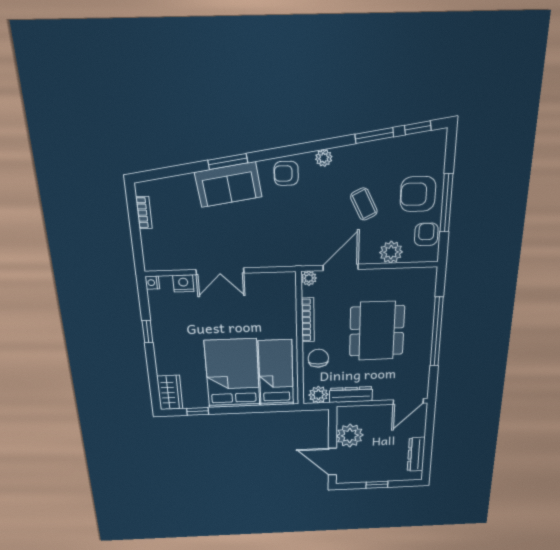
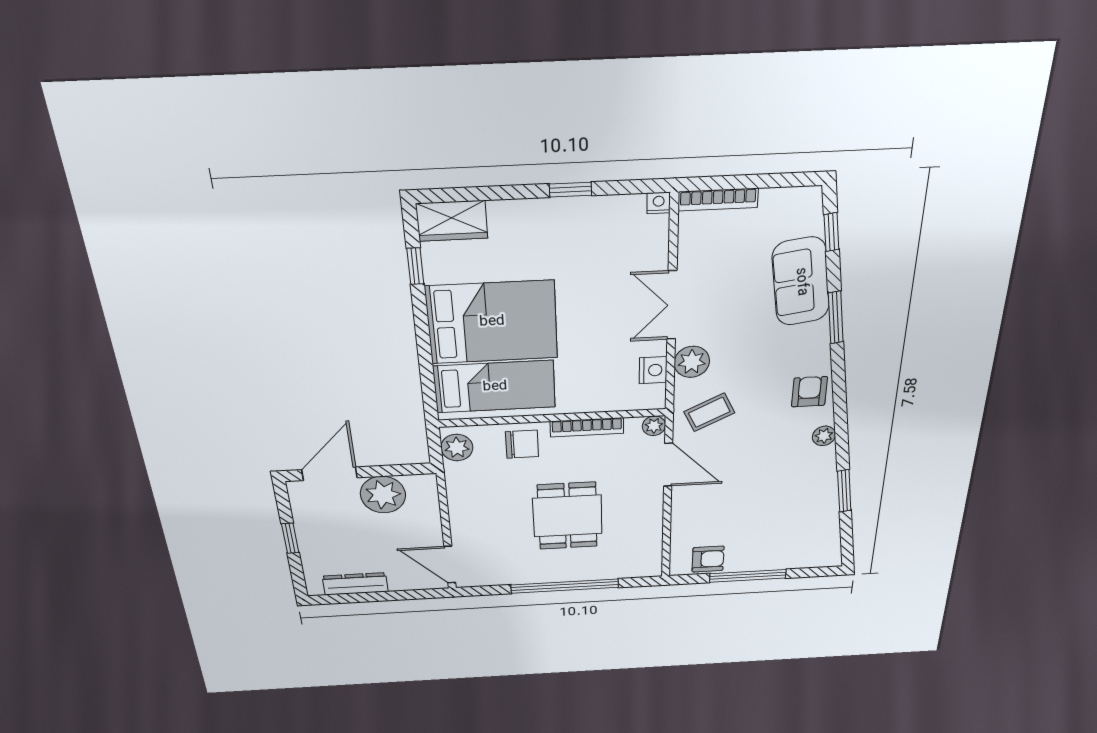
window: (418, 128) -> (831, 232), moved
sofa: (228, 185) -> (801, 282), moved
armchair: (418, 194) -> (763, 545), removed
coffee table: (364, 204) -> (709, 412), moved
bookcase: (144, 213) -> (718, 200), moved, width x1.56
plant: (391, 252) -> (692, 362), moved
nightstand: (183, 283) -> (653, 370), moved
dining table: (377, 331) -> (567, 516), width x0.73
dresser: (351, 395) -> (459, 491), removed

